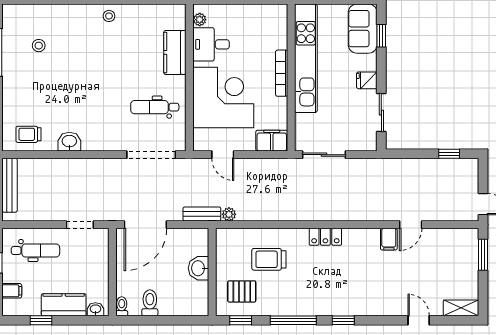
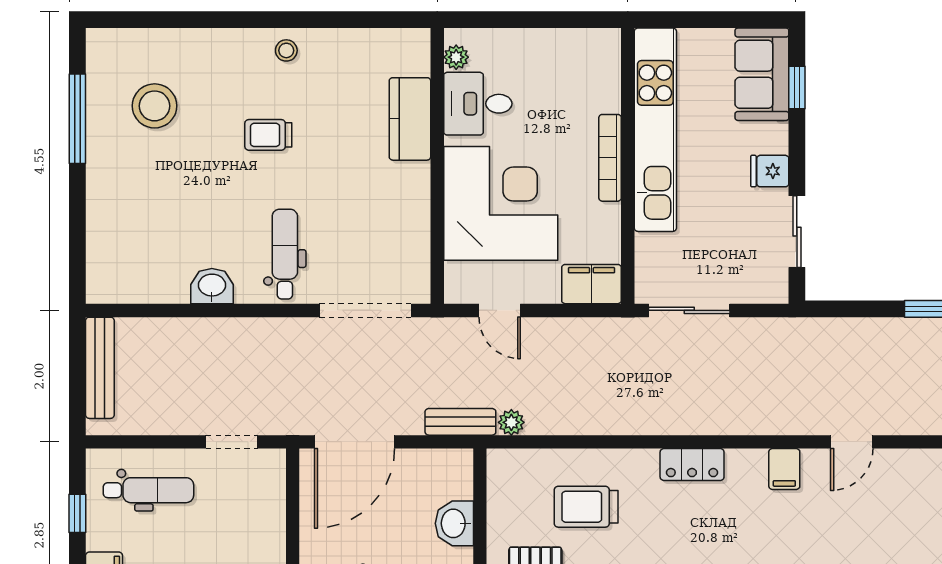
stool: (39, 46) -> (155, 106), width x1.89, depth x1.89
dental chair: (155, 107) -> (285, 254), moved, turned 90
trolley: (28, 134) -> (268, 135), moved
filing cabinet: (389, 239) -> (784, 469), moved

